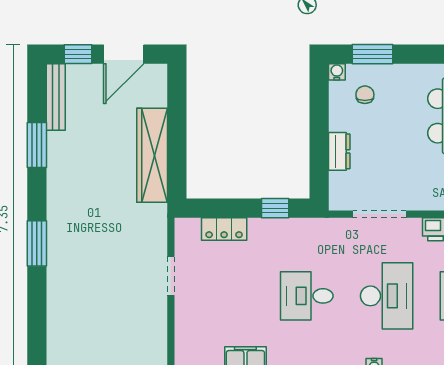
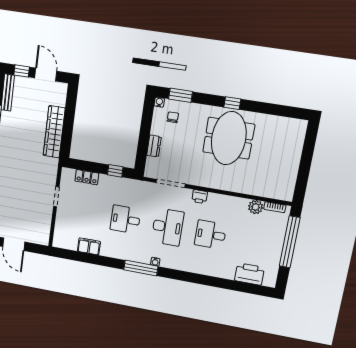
door: (124, 54) -> (46, 75), swing flipped

